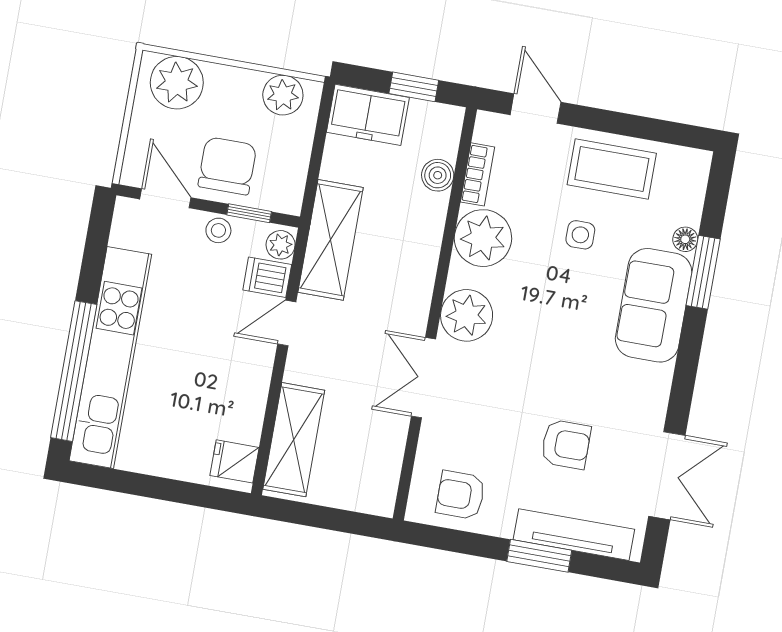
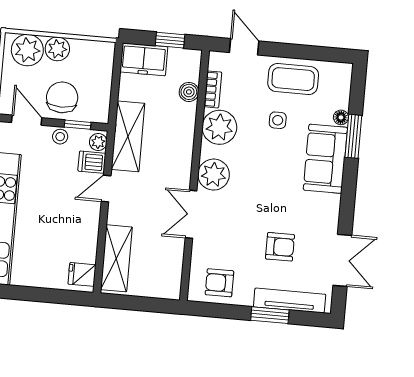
plant: (283, 95) -> (57, 49), moved

